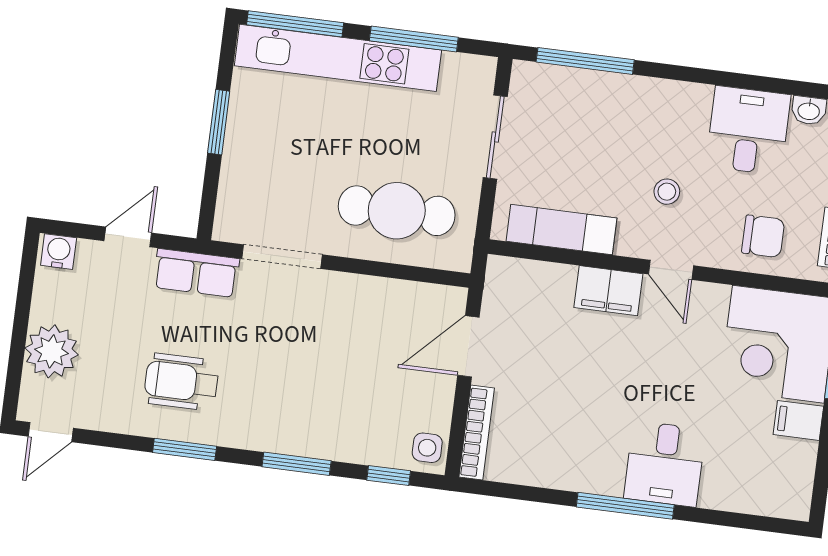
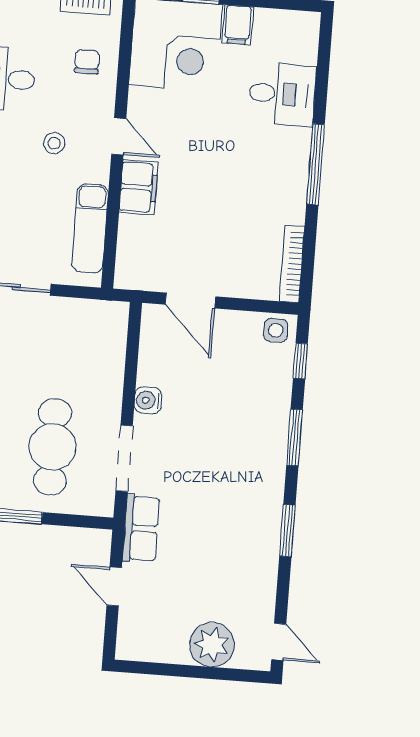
cafe table: (397, 211) -> (52, 447), moved
chair: (763, 236) -> (87, 62), width x0.73, depth x0.73
water cooler: (59, 252) -> (148, 400), moved
door: (671, 270) -> (119, 136), hinge flipped
wheelchair: (181, 382) -> (232, 536), removed
bookcase: (477, 433) -> (292, 264), moved, turned -90
desk: (665, 464) -> (282, 94), moved

